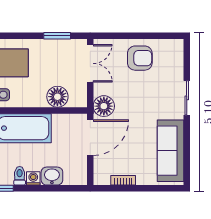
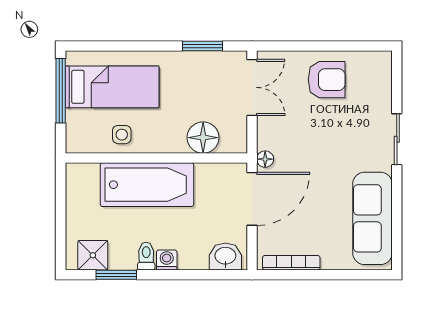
floor lamp: (104, 106) -> (265, 159), width x0.53, depth x0.53
washbasin: (52, 176) -> (225, 256), moved
bookcase: (123, 180) -> (291, 263), width x1.56

